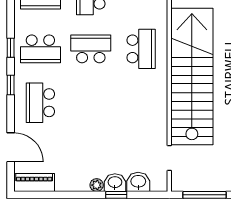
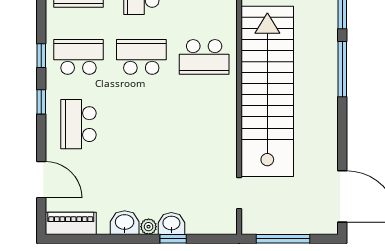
school desk: (40, 49) -> (78, 57), turned 180
school desk: (141, 49) -> (204, 57), turned 90
washbasin: (138, 182) -> (125, 223), moved

